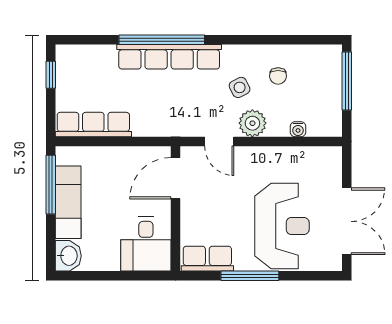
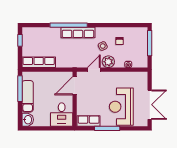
row of seats: (169, 57) -> (78, 33), width x0.73
door: (219, 141) -> (94, 70), swing flipped
reception desk: (282, 226) -> (121, 107), turned 180

